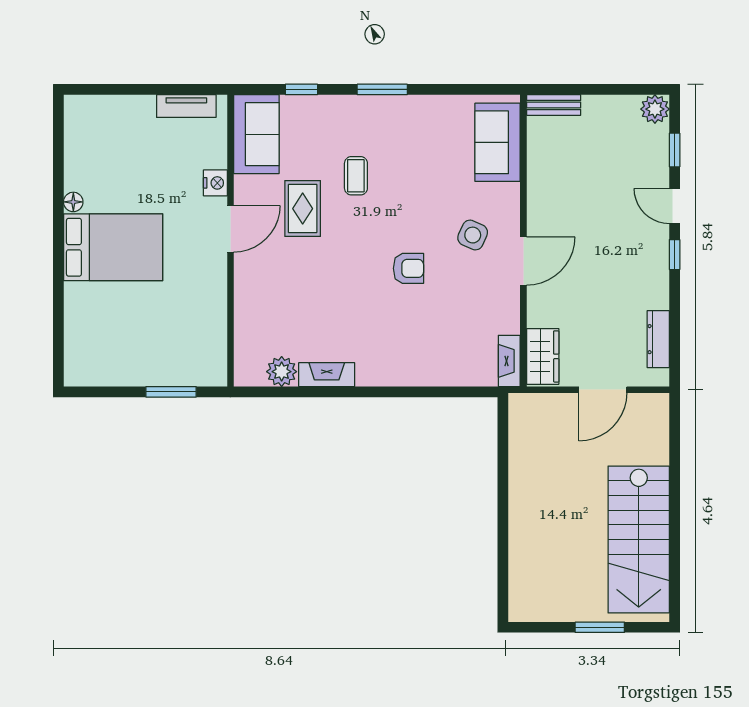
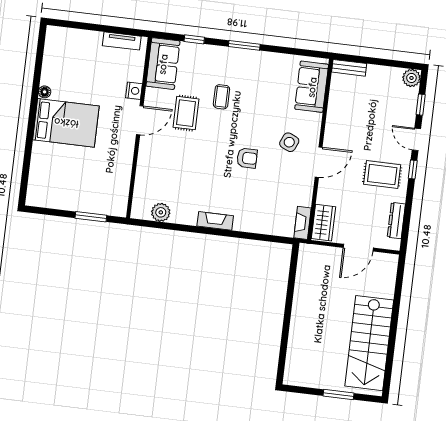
rug: (627, 269) -> (382, 175), added
fireplace: (327, 375) -> (215, 221), moved

